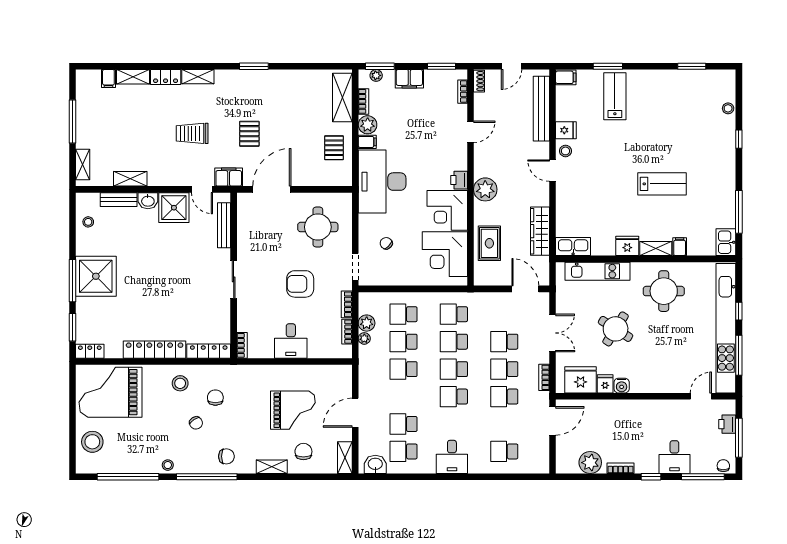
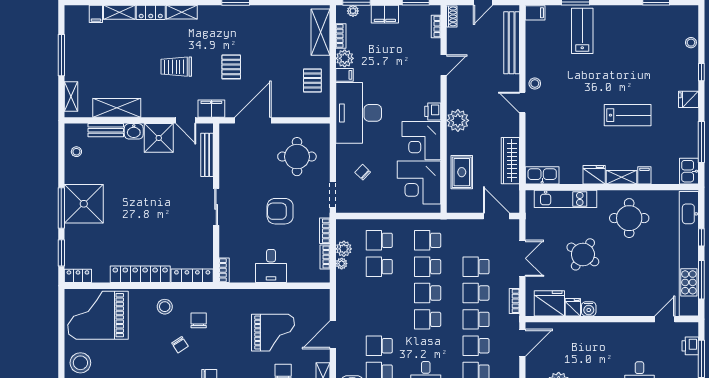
fridge: (566, 130) -> (689, 99), moved, turned 180
shelving: (130, 179) -> (117, 108), width x1.50, depth x1.33
school desk: (404, 369) -> (476, 346), moved

